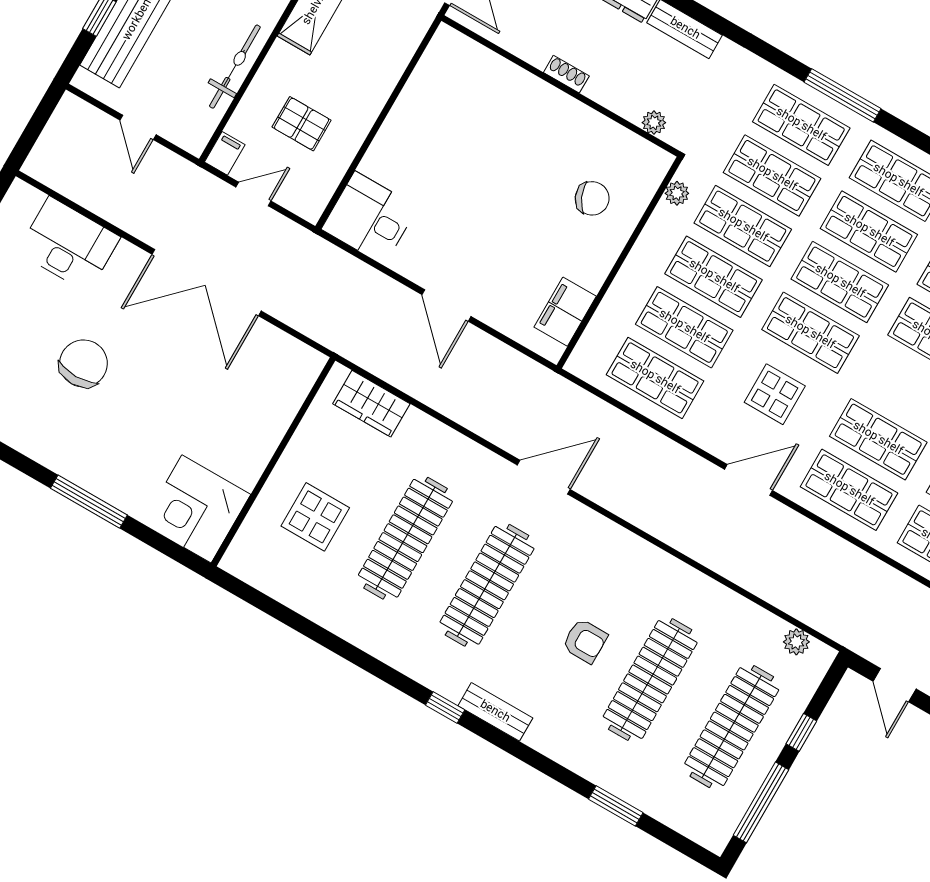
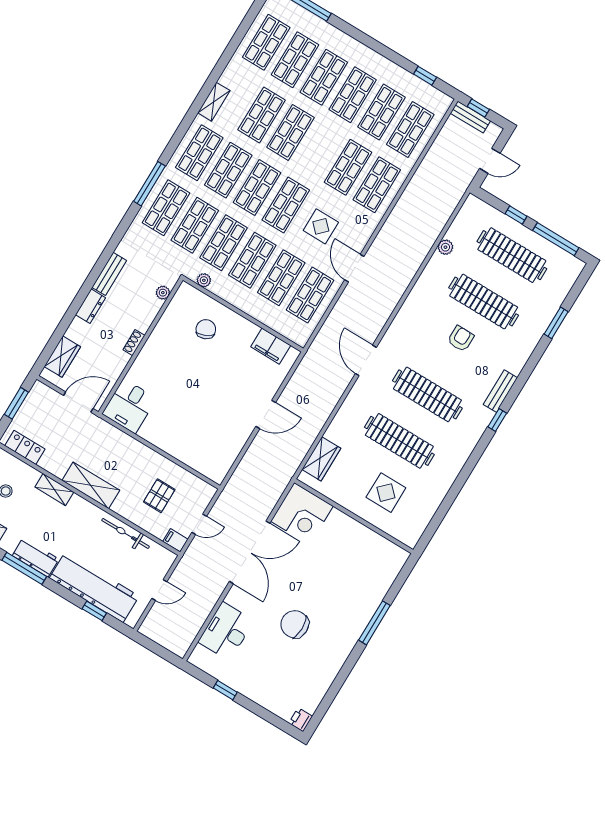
door: (253, 194) -> (199, 524), swing flipped
desk: (370, 218) -> (129, 406), moved
door: (748, 480) -> (354, 268), moved
corner desk: (197, 509) -> (302, 514), moved
plant: (796, 642) -> (445, 247), moved

